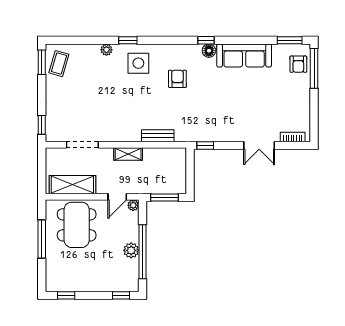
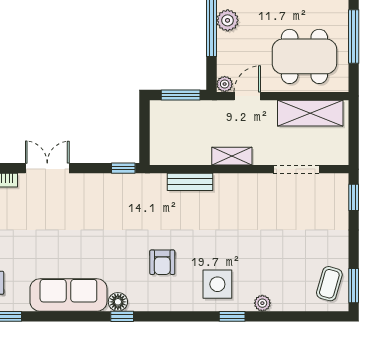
dining table: (77, 225) -> (304, 56), turned 90

